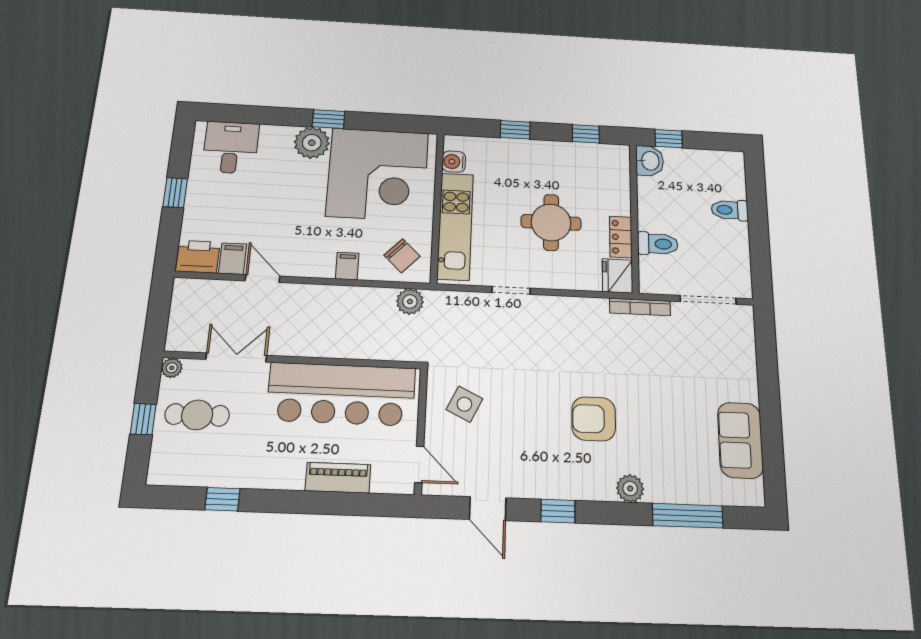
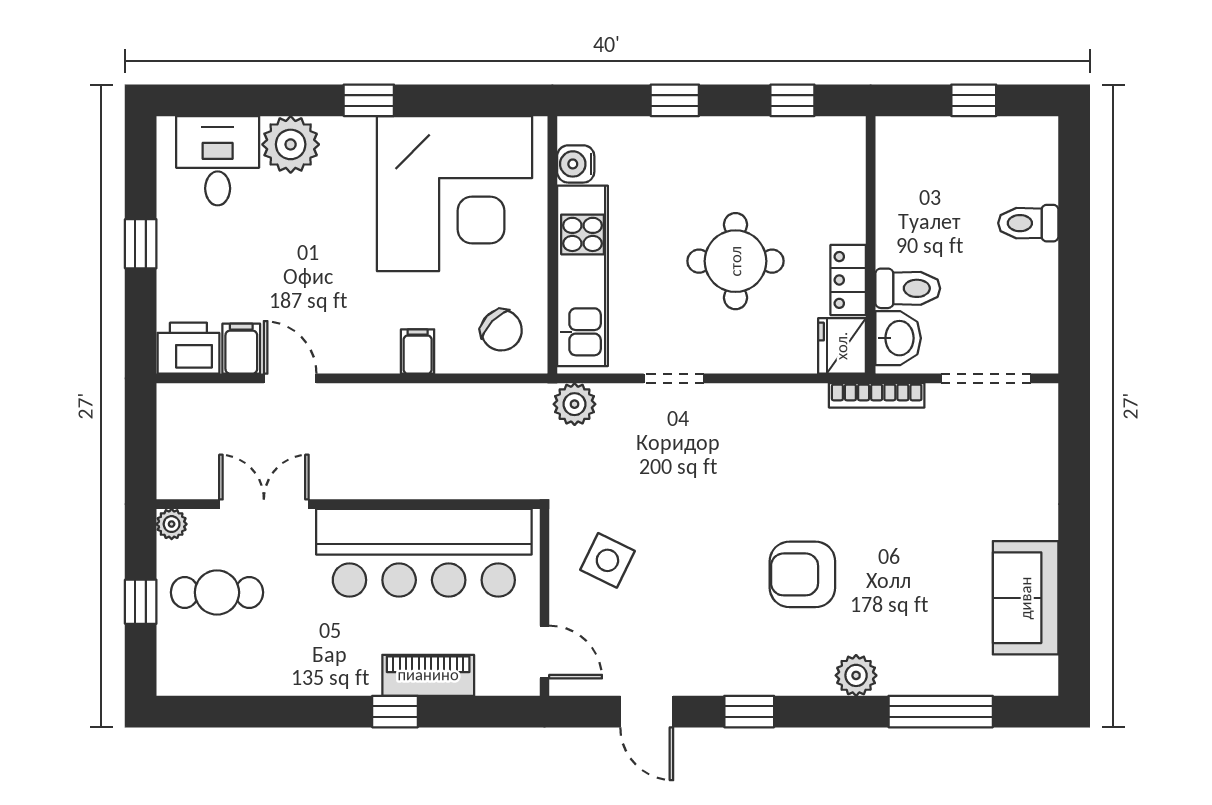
window: (669, 139) -> (974, 100), moved
plant: (312, 143) -> (291, 144), moved
washbasin: (650, 161) -> (898, 338), moved
plant: (410, 301) -> (575, 404), moved
window: (223, 499) -> (395, 712), moved

